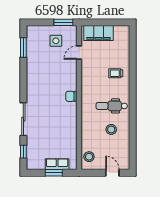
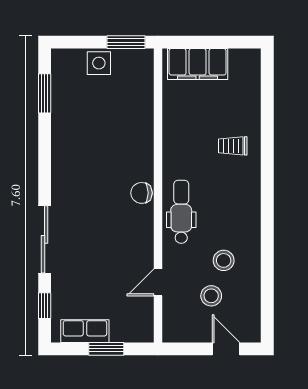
side table: (56, 41) -> (99, 63), moved
door: (79, 53) -> (158, 282), moved
dental chair: (112, 106) -> (181, 212), moved, turned 90
stool: (89, 157) -> (211, 296), moved
row of seats: (57, 164) -> (85, 331), moved

